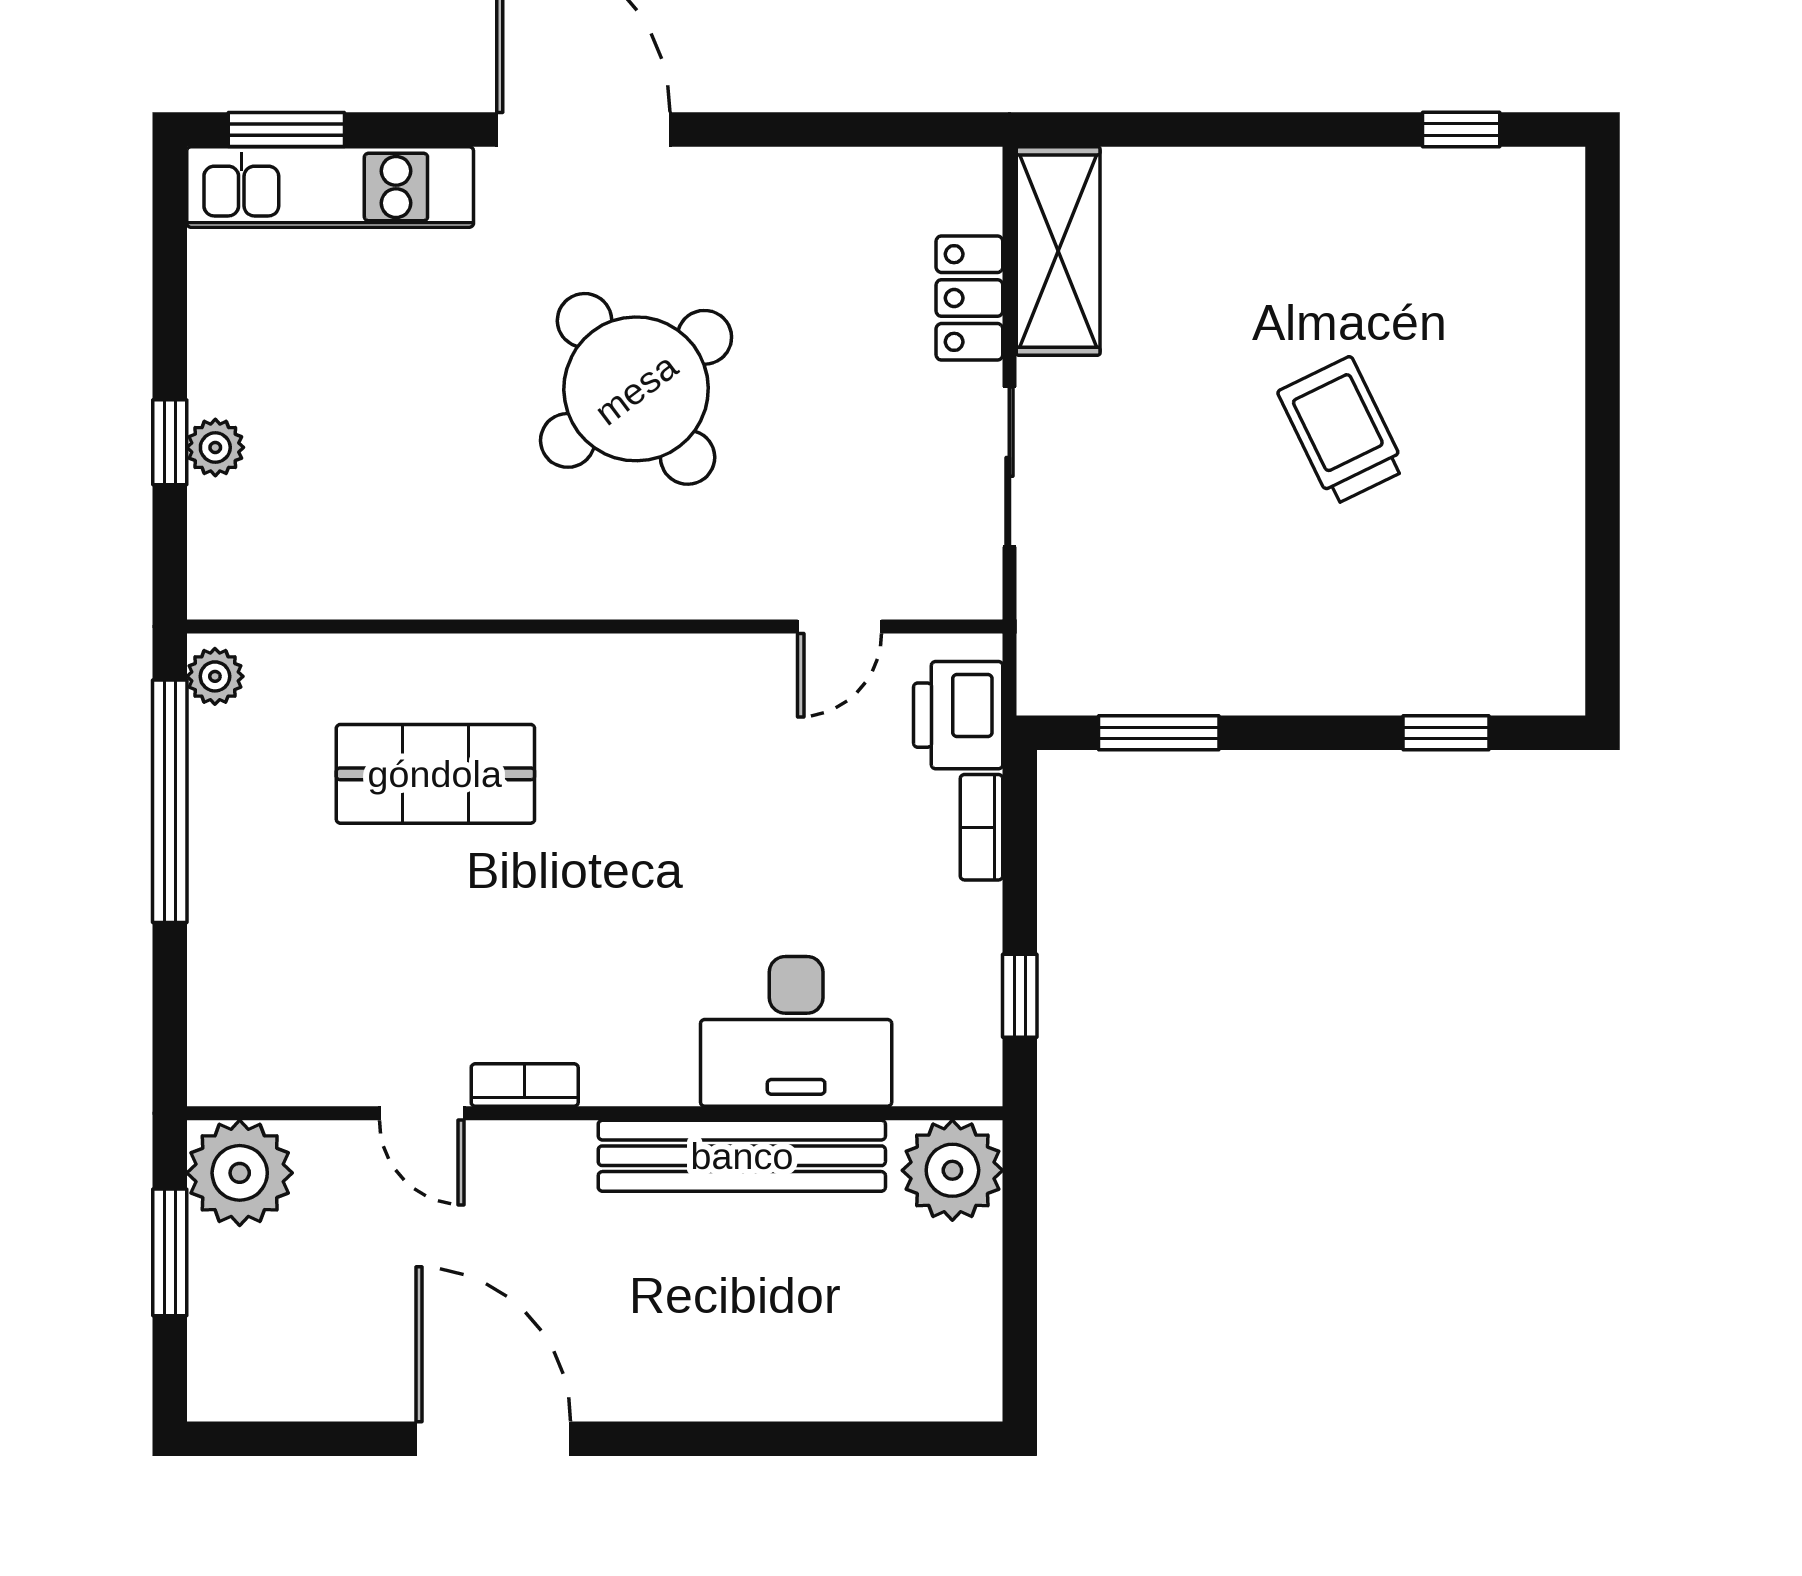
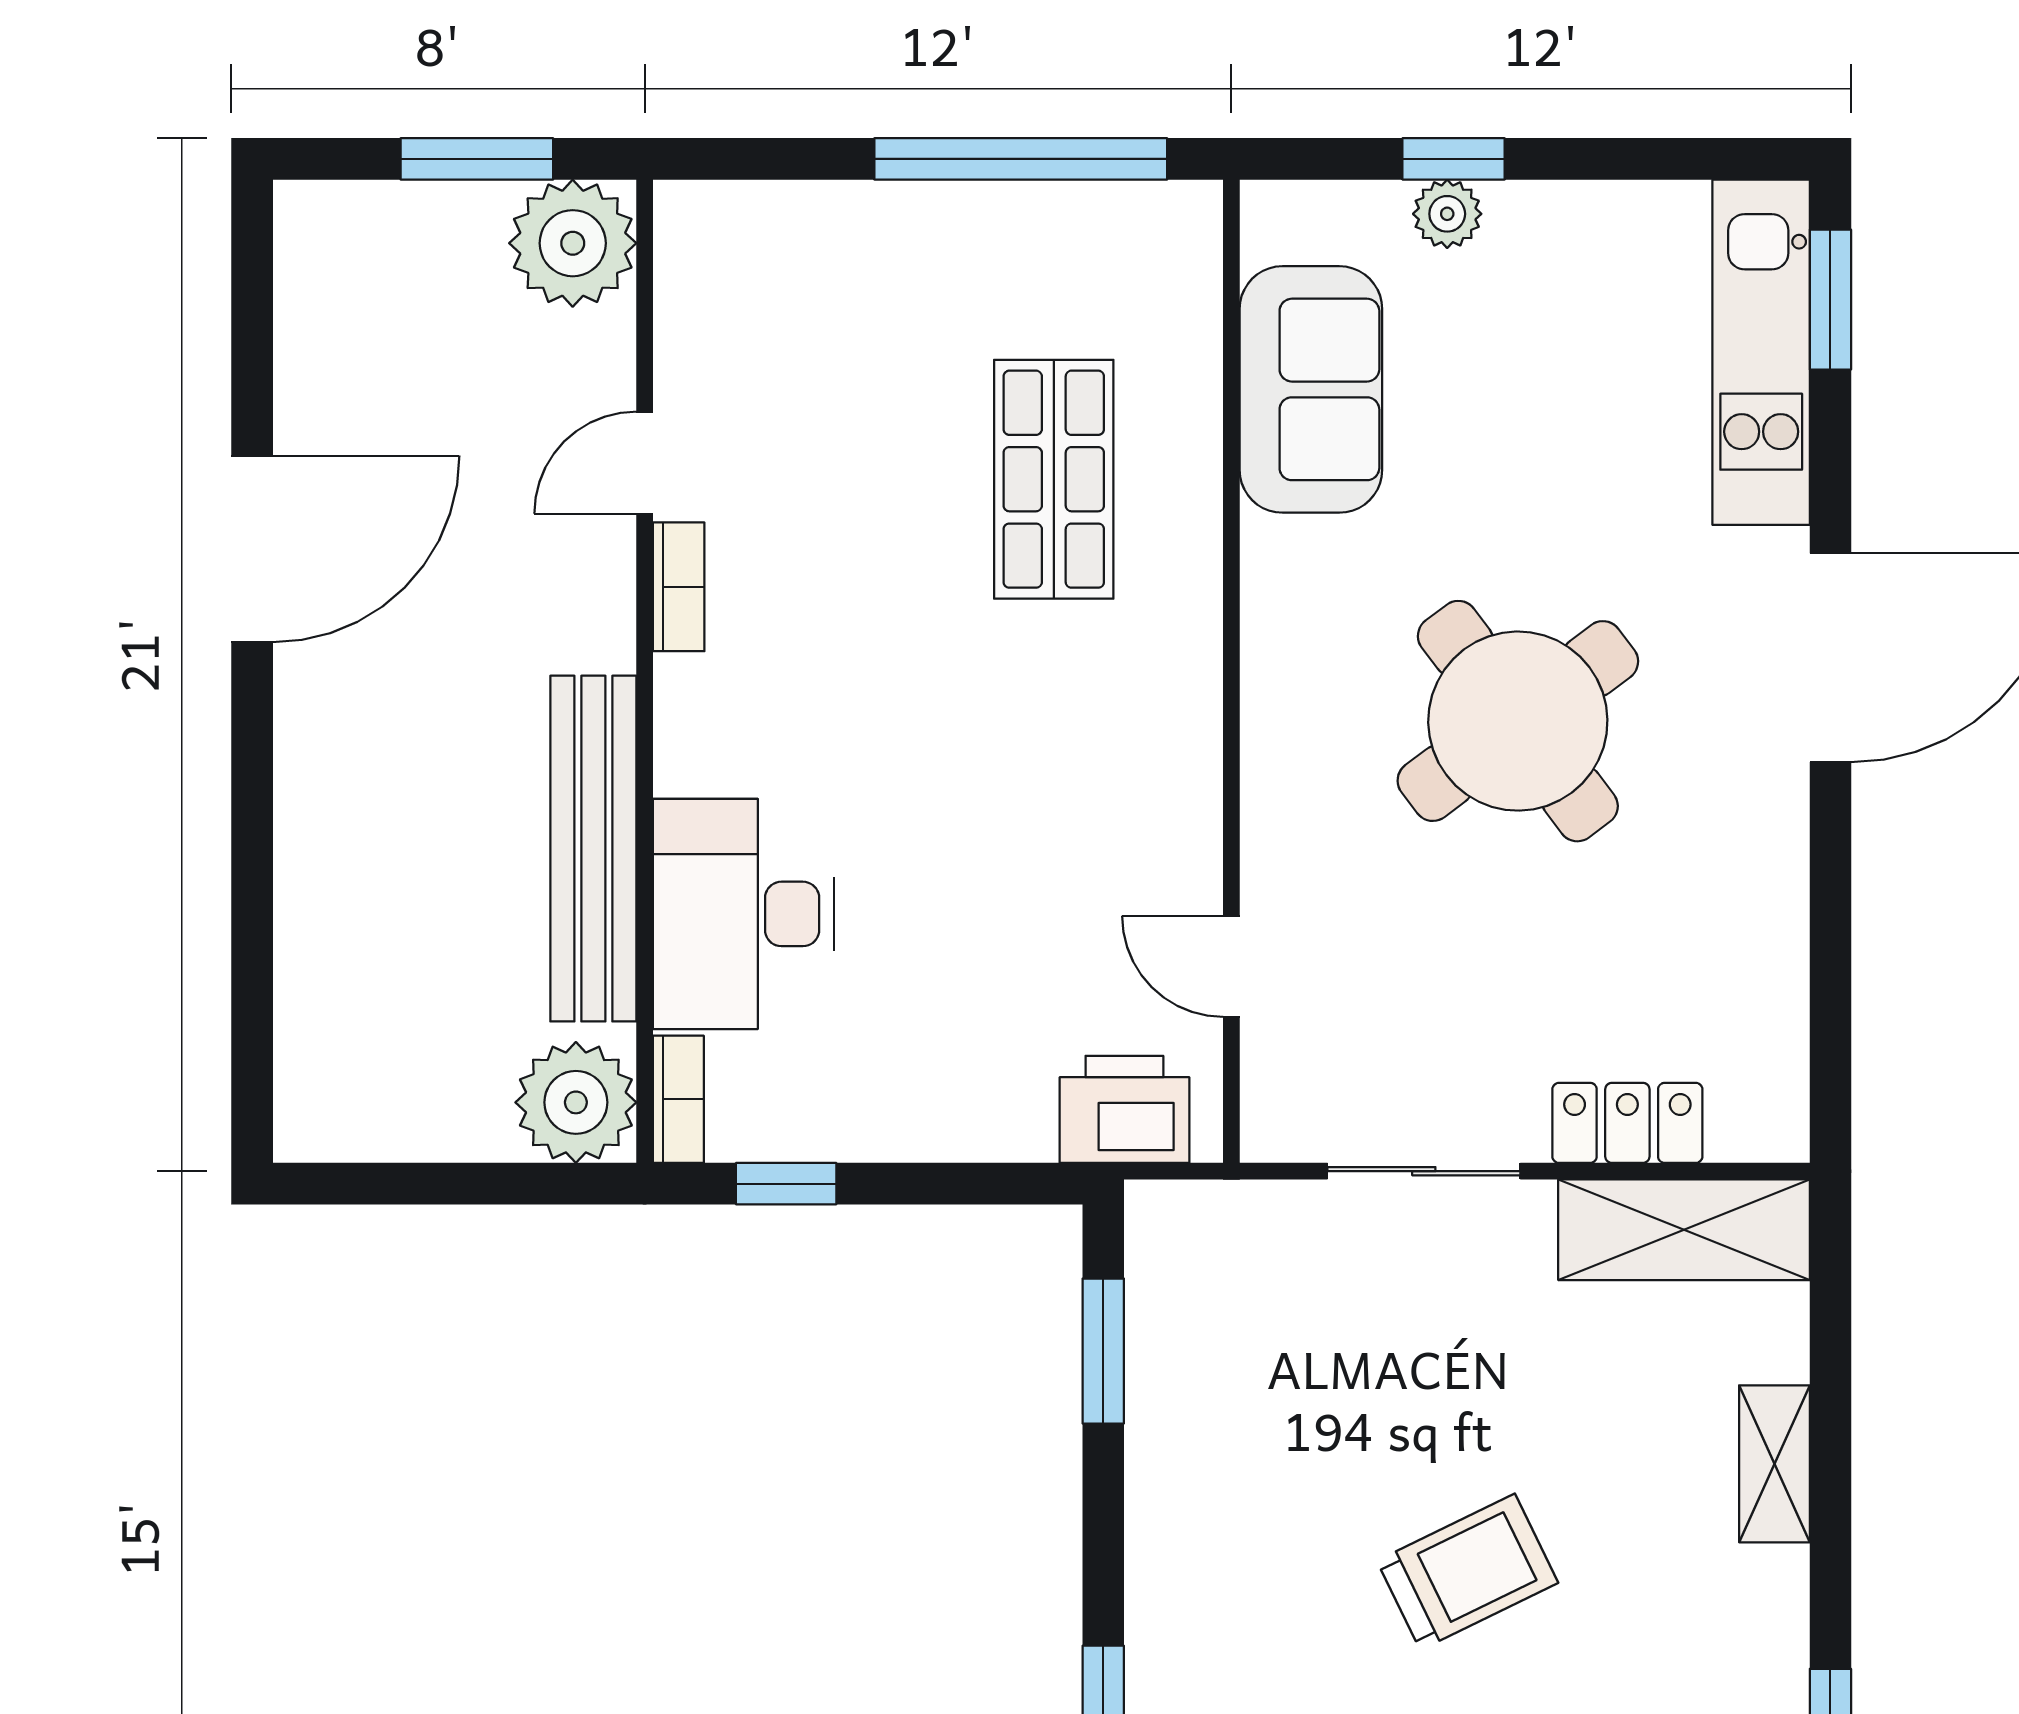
shelving: (1252, 176) -> (1774, 1464), added
sofa: (361, 561) -> (1311, 389), added
plant: (215, 676) -> (1171, 213), removed
bookcase: (981, 827) -> (678, 1099), moved, turned 90

